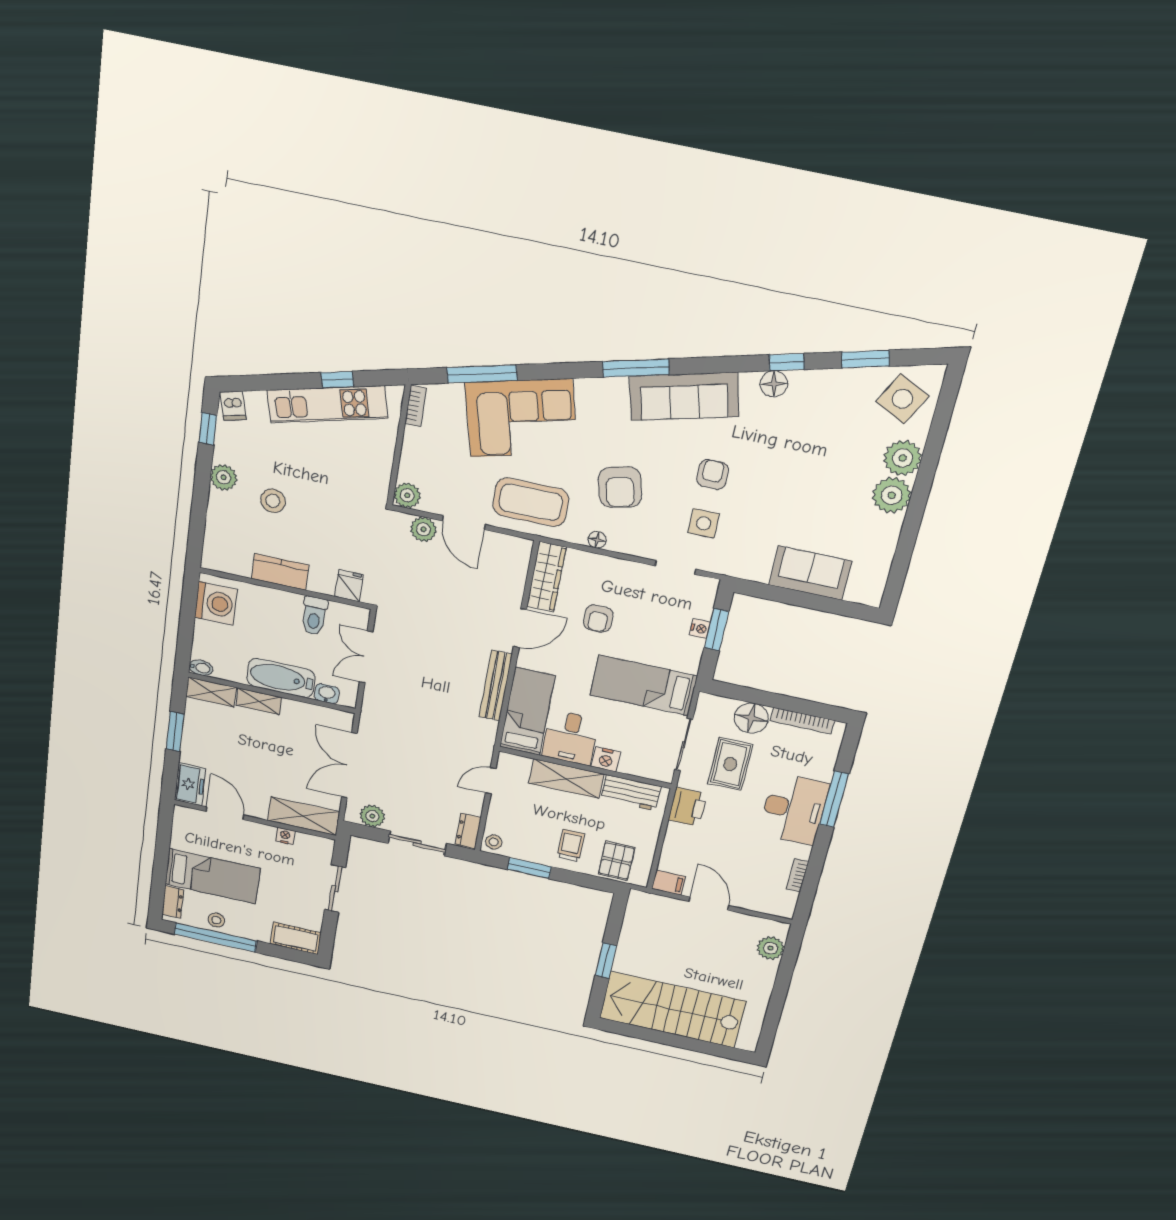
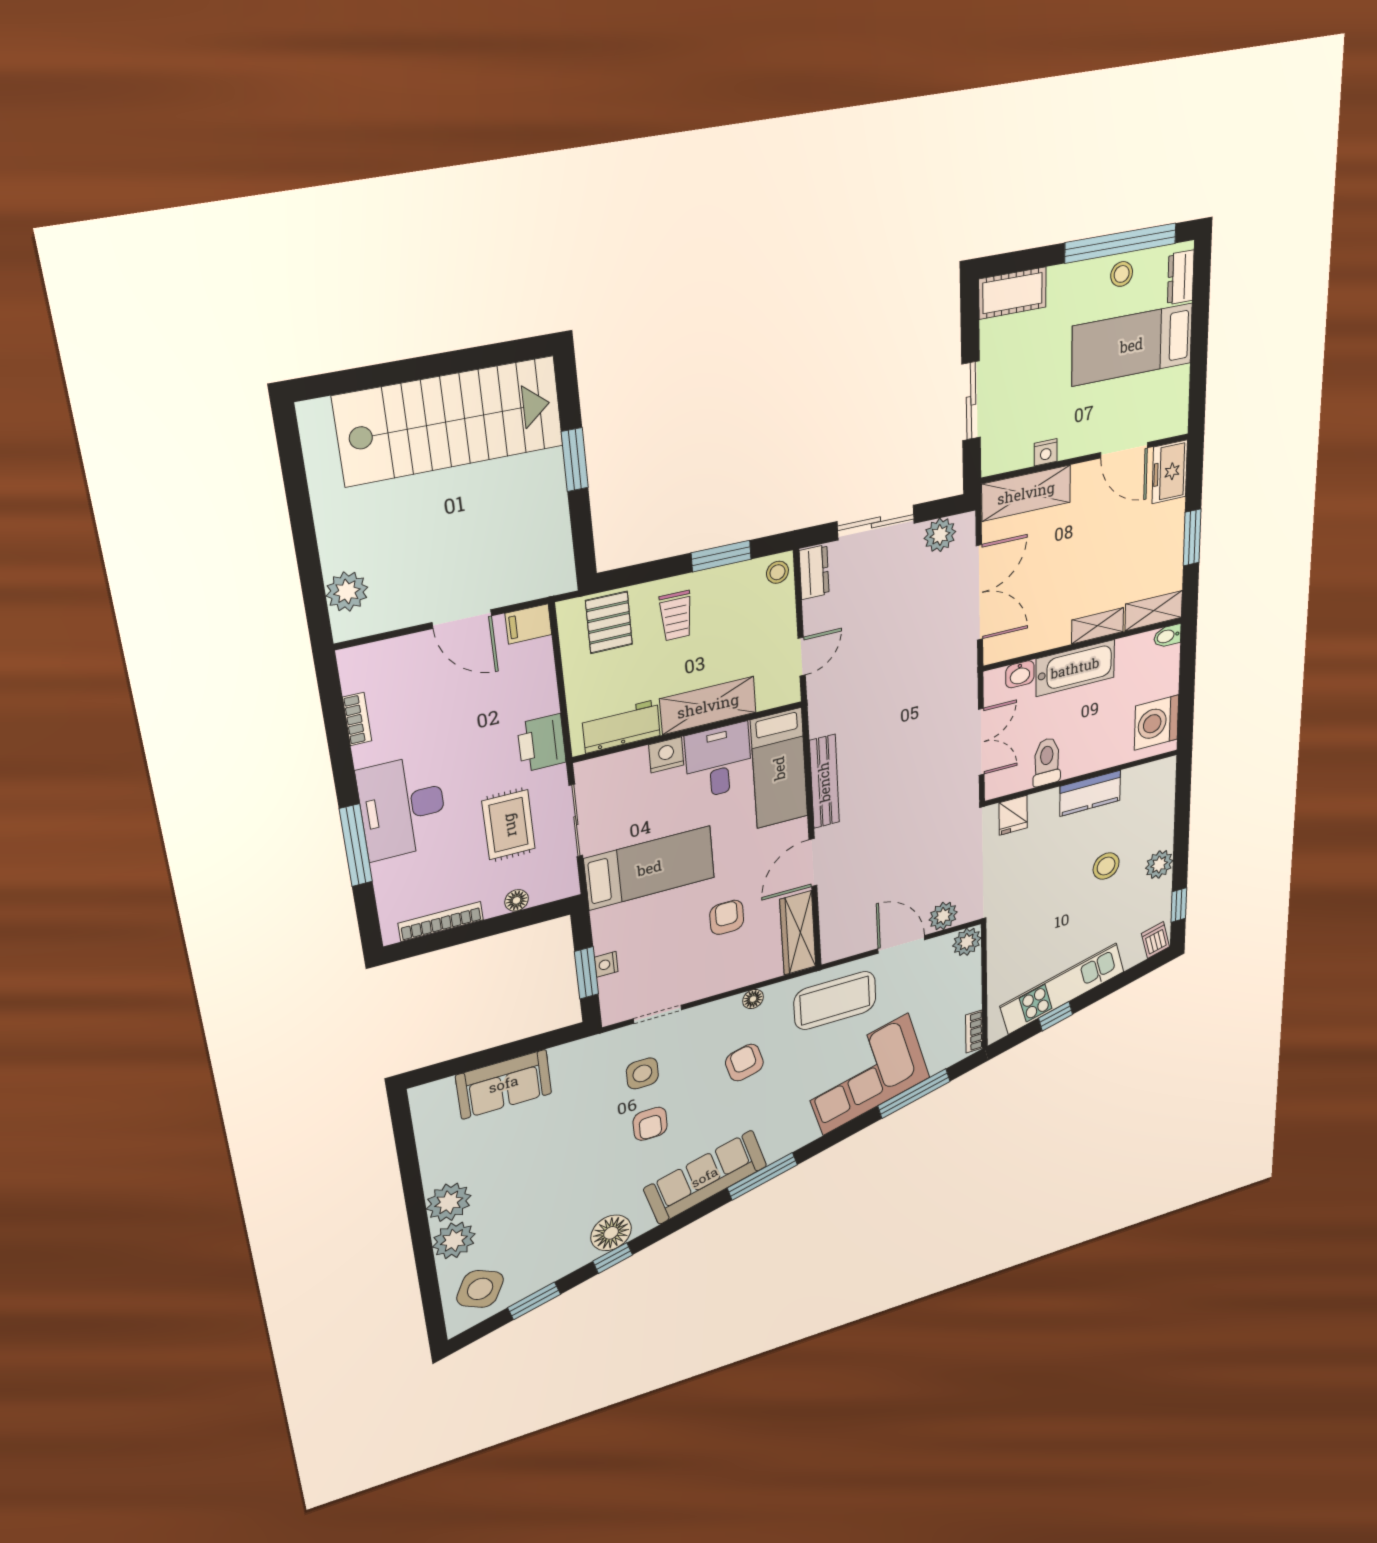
floor lamp: (774, 384) -> (611, 1233), width x1.38, depth x1.38
armchair: (620, 487) -> (744, 1063), width x0.72, depth x0.72
floor lamp: (751, 718) -> (517, 900), width x0.53, depth x0.53

